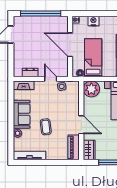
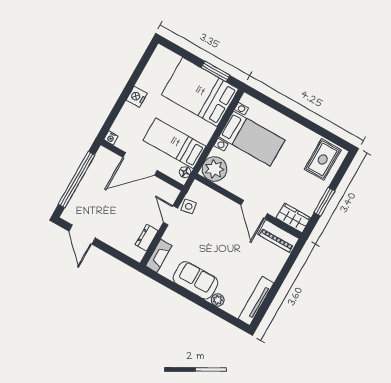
nightstand: (93, 21) -> (137, 97), moved
door: (51, 79) -> (171, 215), hinge flipped
door: (81, 125) -> (254, 209), swing flipped
coffee table: (46, 127) -> (230, 258), removed

